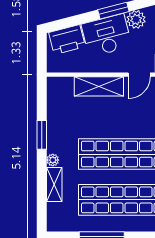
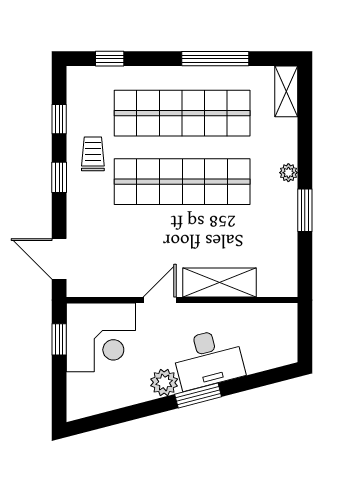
printer: (67, 40) -> (267, 352), removed
shelving: (54, 185) -> (286, 91), moved

